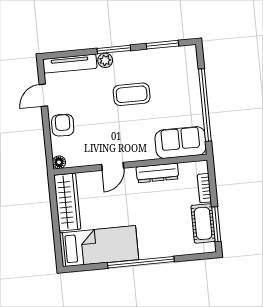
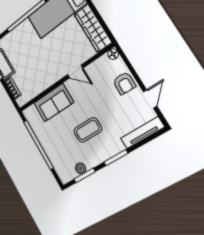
plant: (105, 60) -> (81, 168), moved
sofa: (181, 143) -> (53, 103), moved
door: (113, 166) -> (75, 71), swing flipped
dresser: (157, 173) -> (45, 83), removed

